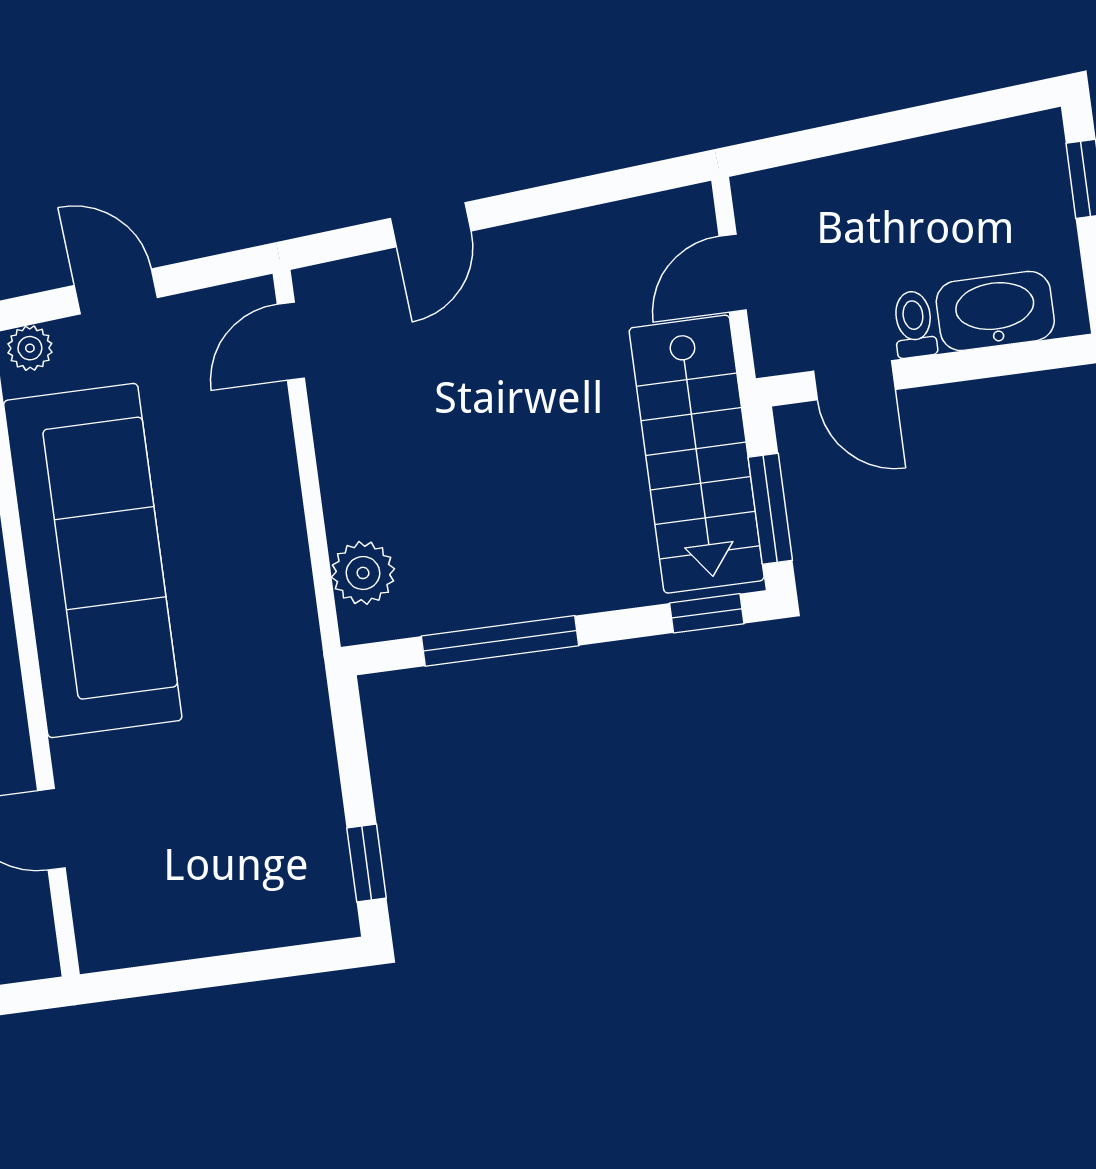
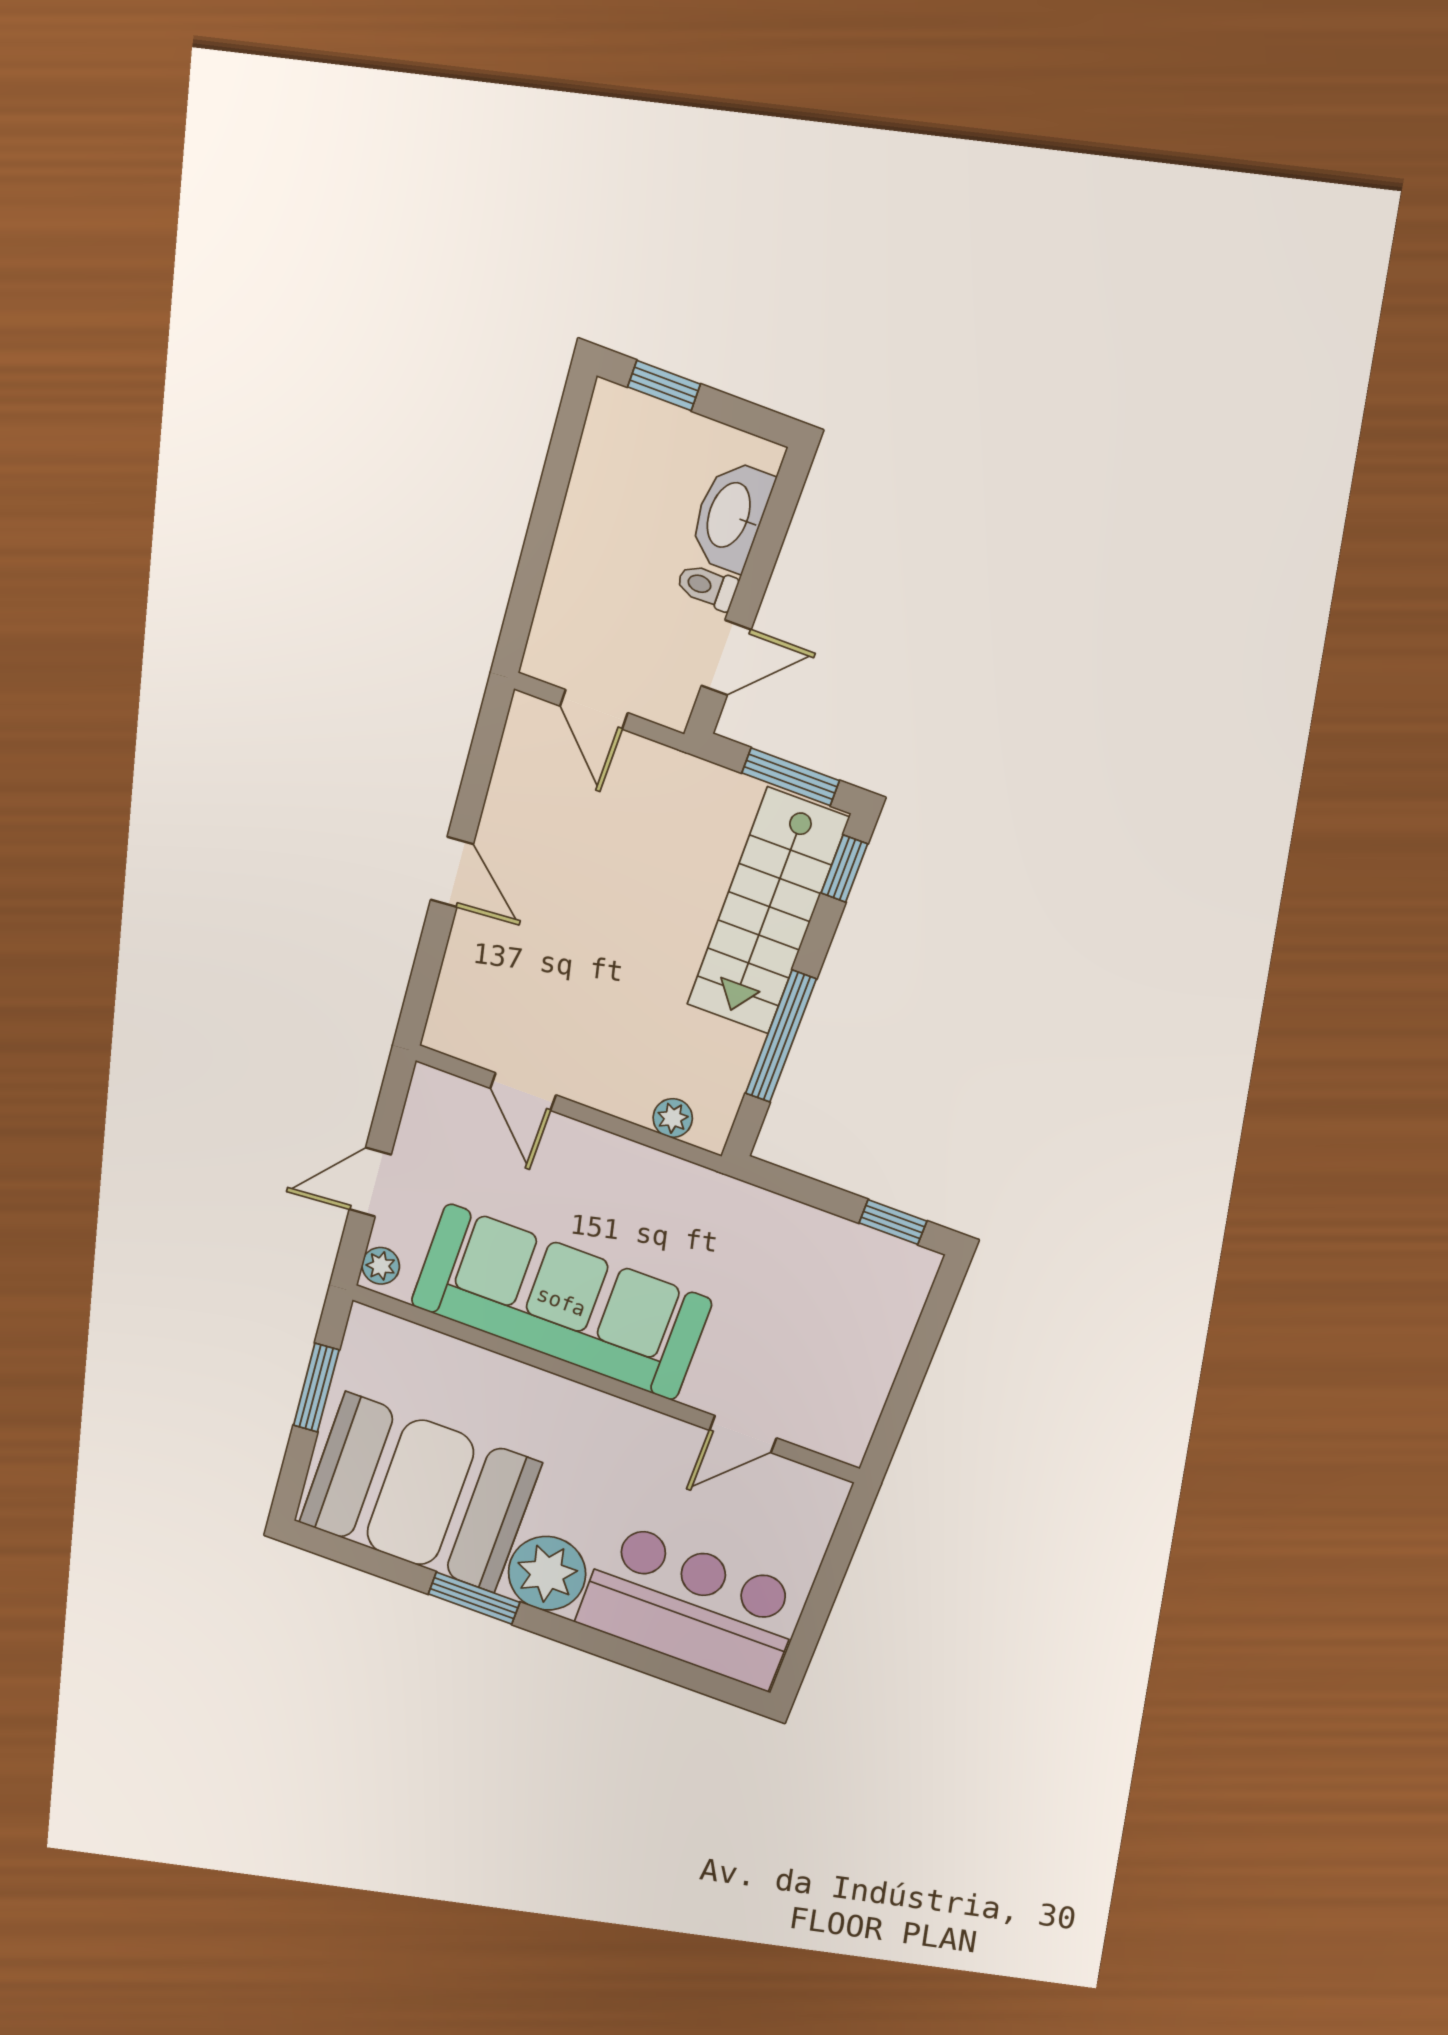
door: (431, 225) -> (452, 872), moved
door: (291, 341) -> (523, 1092), moved
stairs: (697, 454) -> (768, 911), moved, turned 90
plant: (363, 573) -> (673, 1118), width x0.73, depth x0.73

